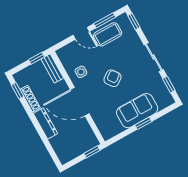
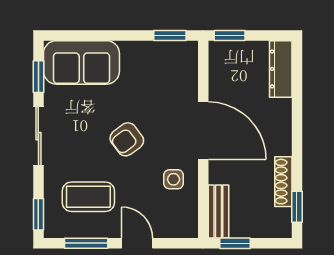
coffee table: (108, 34) -> (88, 197), moved
sofa: (137, 111) -> (81, 62), moved
dresser: (45, 123) -> (281, 69), moved
window: (143, 123) -> (170, 35), moved

